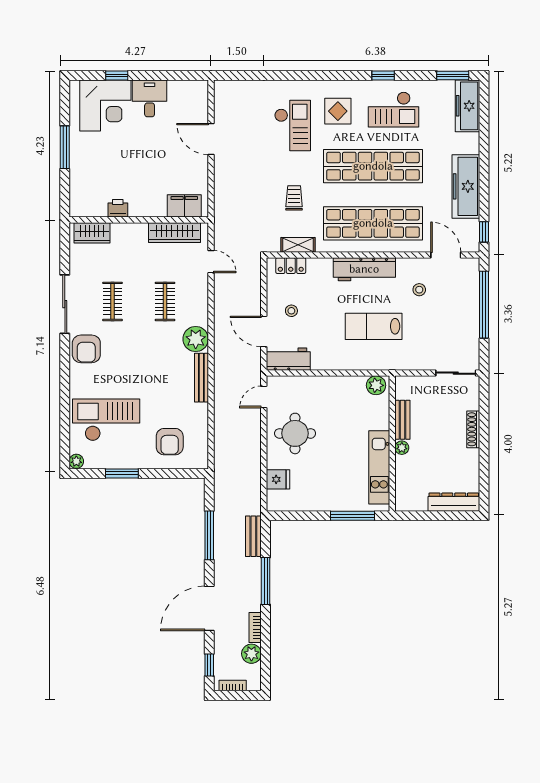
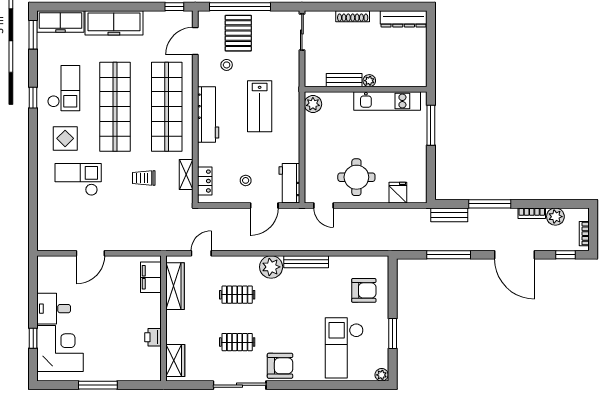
freezer: (466, 186) -> (114, 23), moved
pallet: (454, 303) -> (238, 33), added
dresser: (454, 502) -> (404, 19), moved, turned -90

